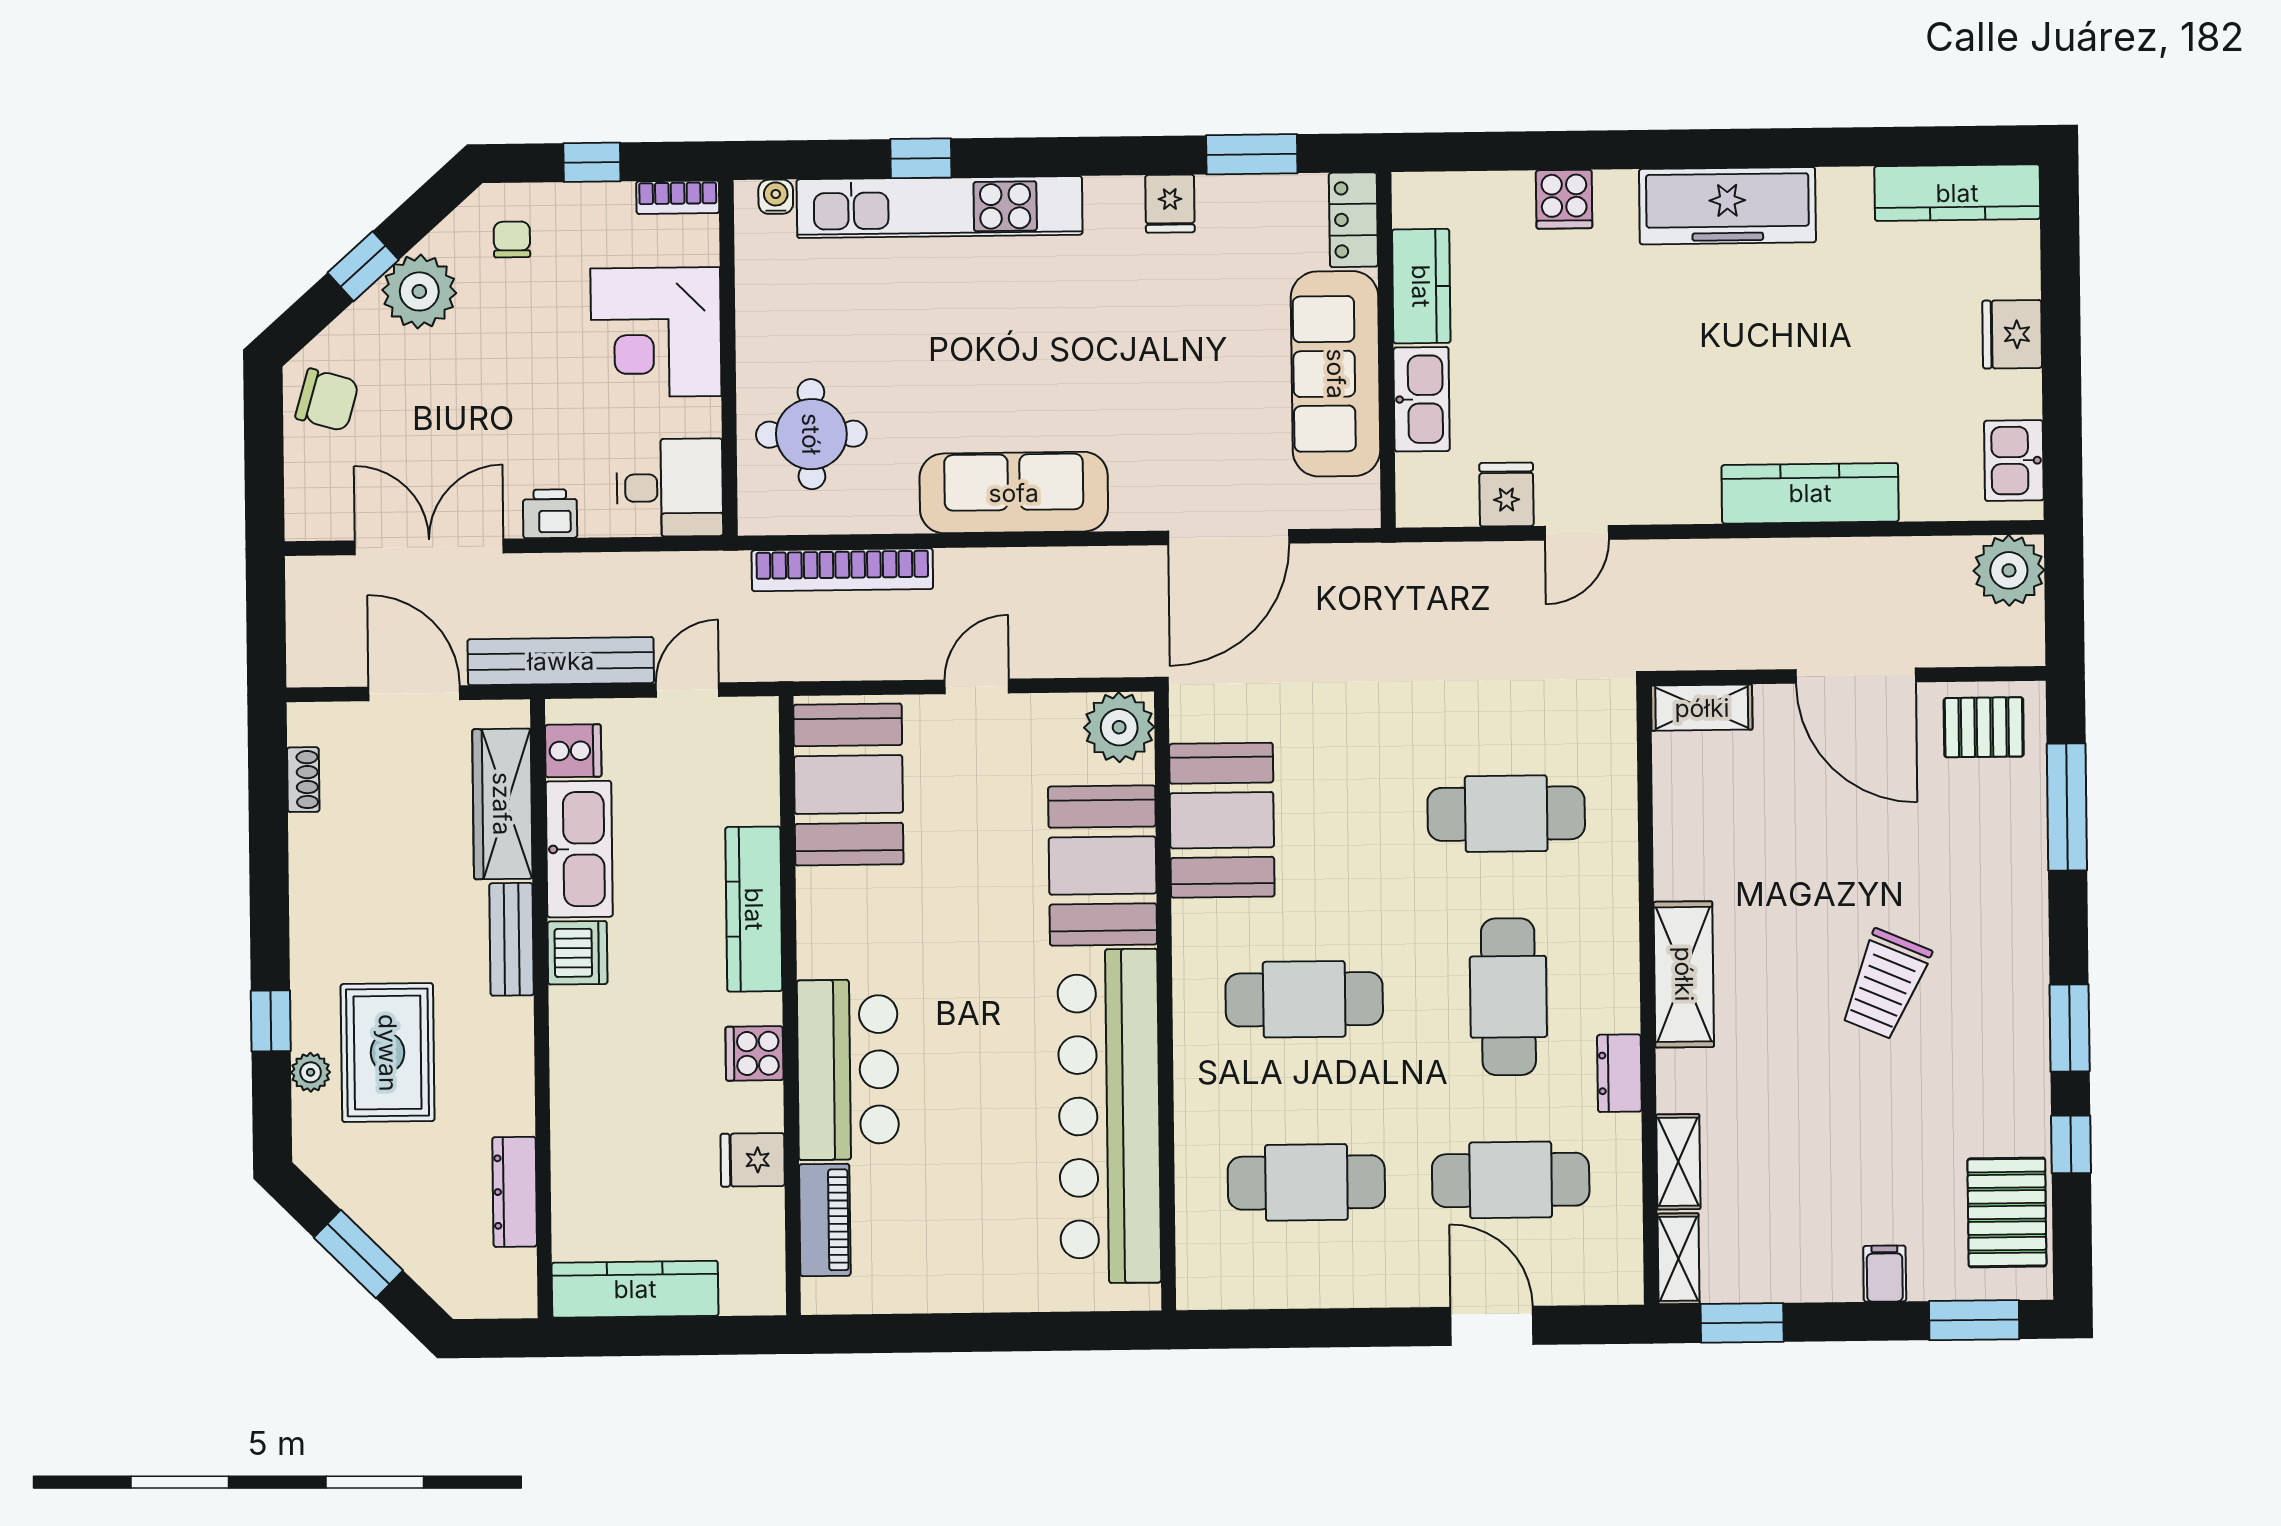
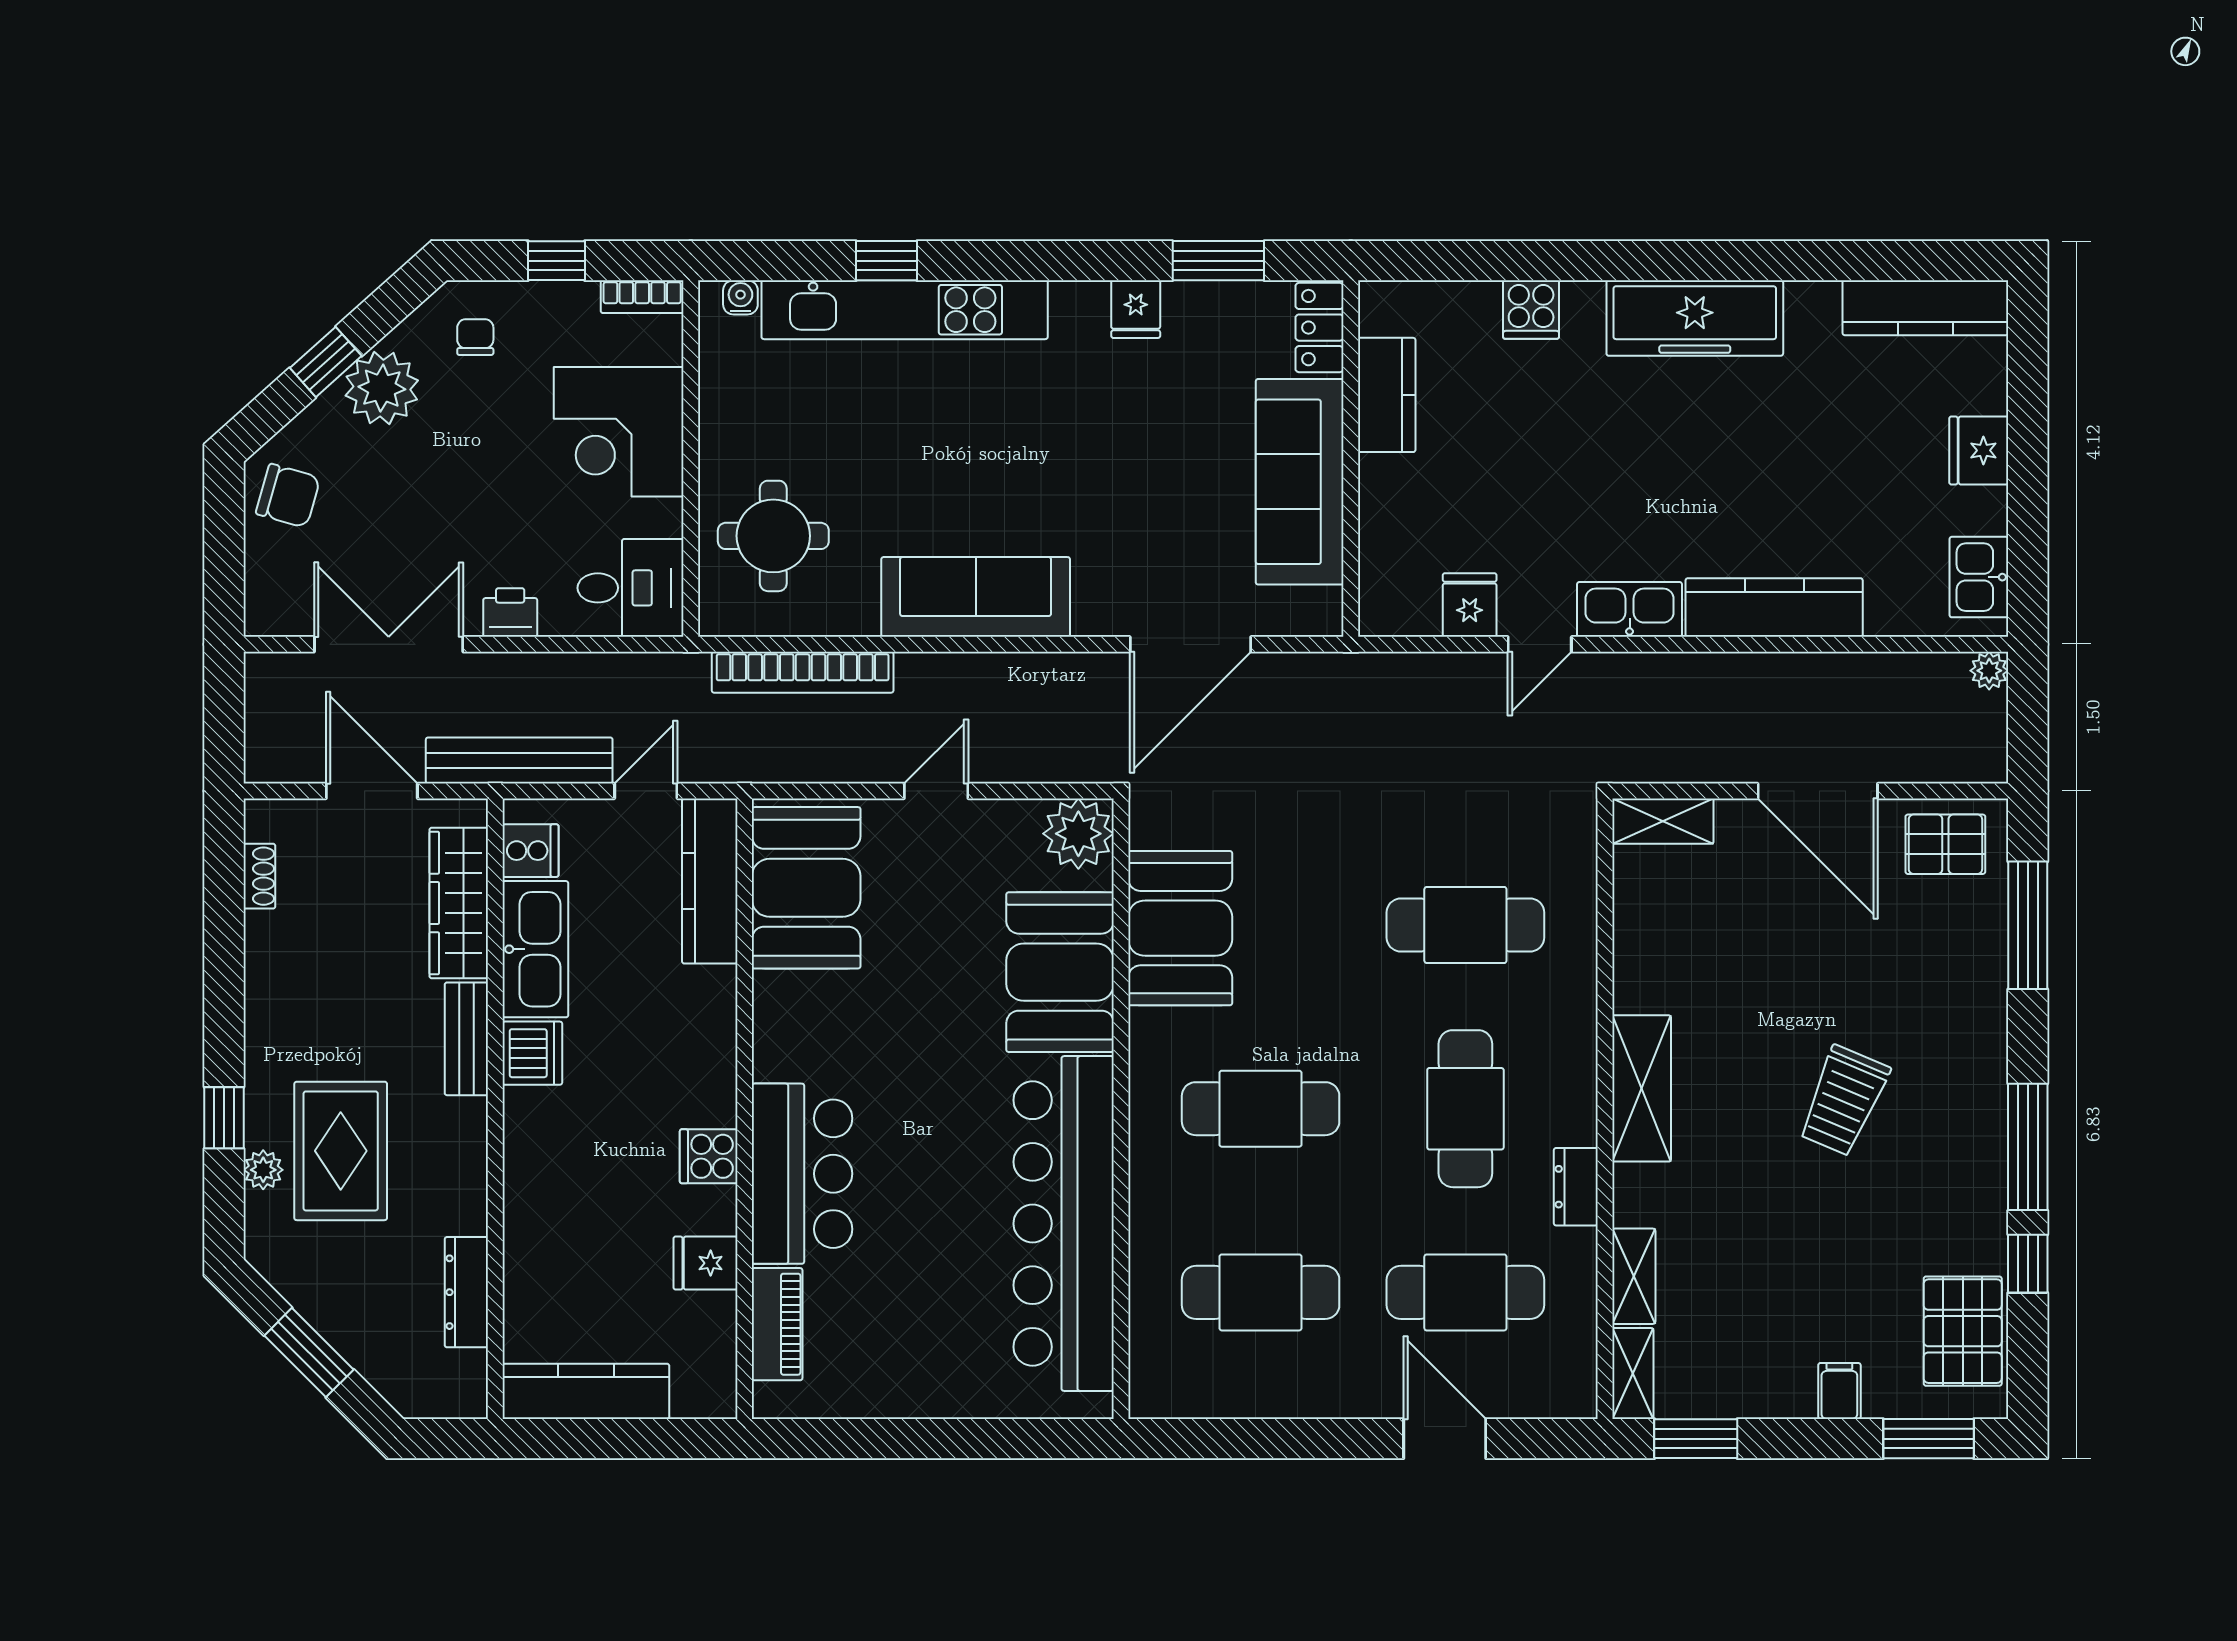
kitchen sink: (1422, 399) -> (1630, 609), moved, turned -90
plant: (2009, 570) -> (1989, 671), width x0.53, depth x0.53
kitchen counter: (754, 909) -> (710, 881), moved
window: (2070, 1028) -> (2028, 1147), width x1.44

